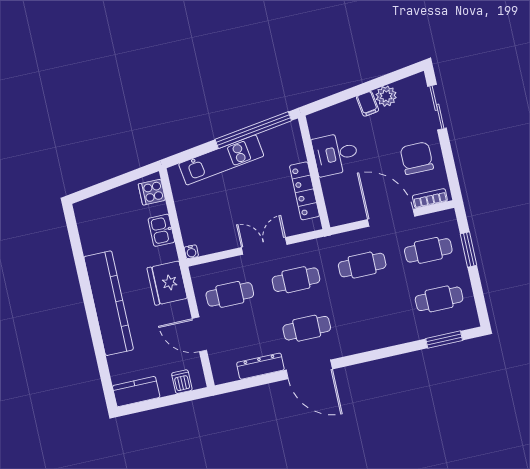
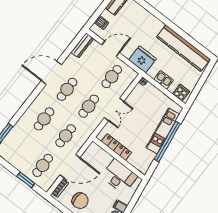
window: (253, 130) -> (167, 142), moved
desk: (335, 154) -> (119, 176), width x1.37
cafe table: (439, 299) -> (44, 119), moved
kitchen counter: (109, 303) -> (183, 48), moved
dresser: (260, 366) -> (82, 45), moved

